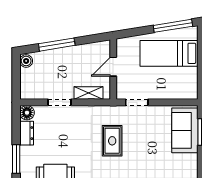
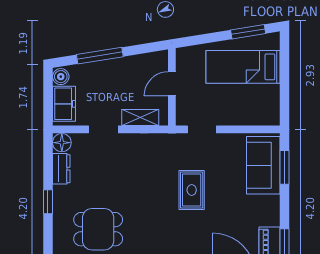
window: (173, 26) -> (248, 32), width x0.69
freezer: (29, 82) -> (64, 104), added
rug: (112, 141) -> (192, 190), moved
window: (16, 159) -> (48, 202), width x0.67

